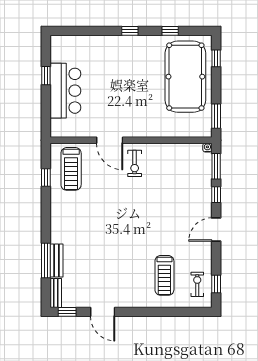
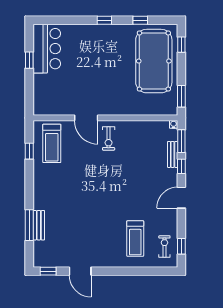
bar counter: (65, 91) -> (47, 49), moved
bench: (56, 293) -> (173, 154), moved

